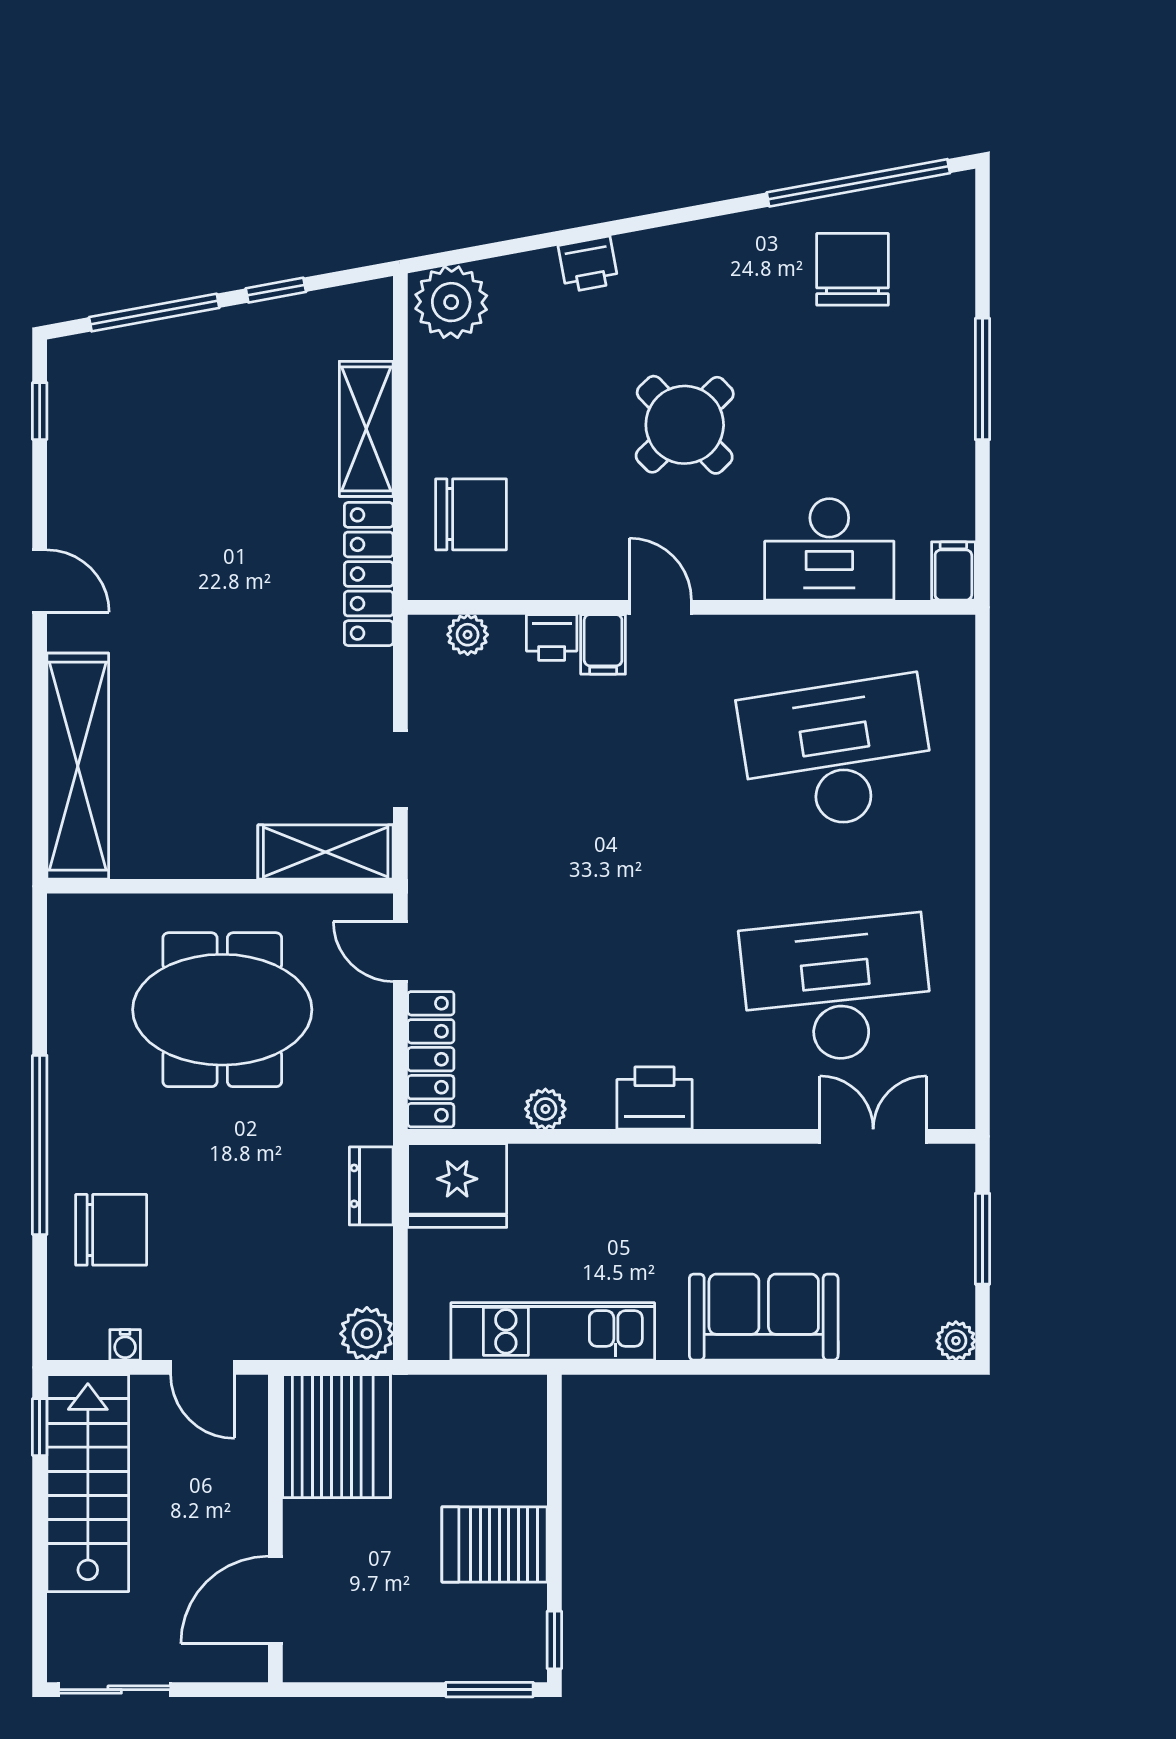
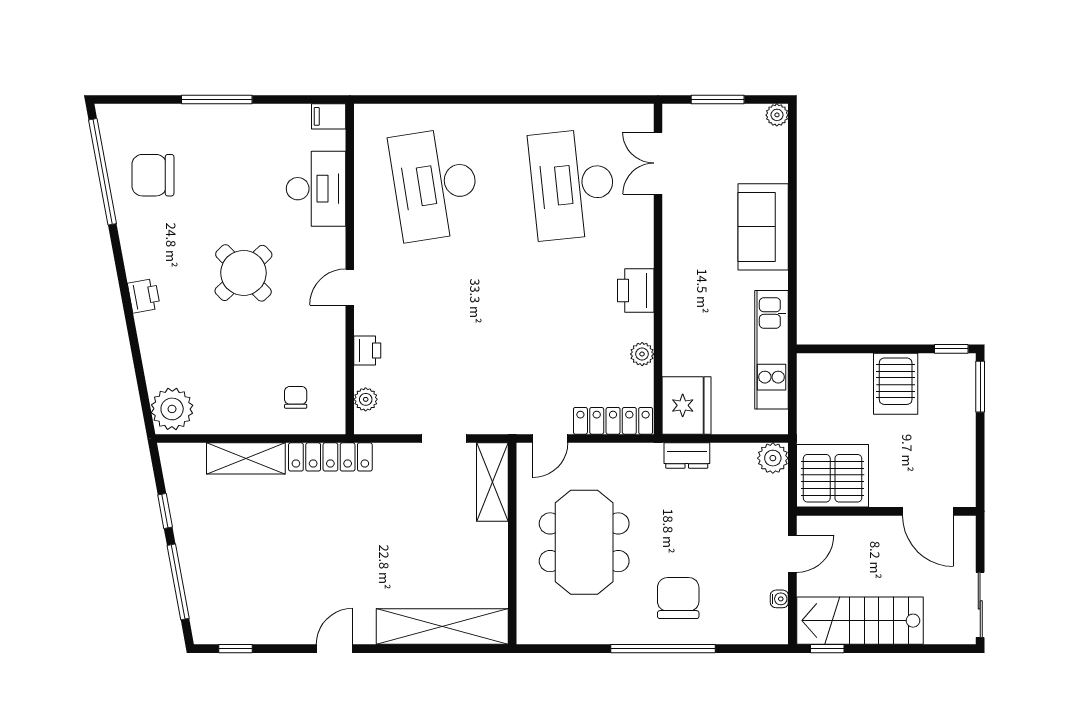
printer: (588, 264) -> (144, 296), moved
chair: (471, 514) -> (296, 397), width x0.54, depth x0.54
filing cabinet: (603, 644) -> (371, 320), removed
chair: (111, 1230) -> (678, 598), moved

